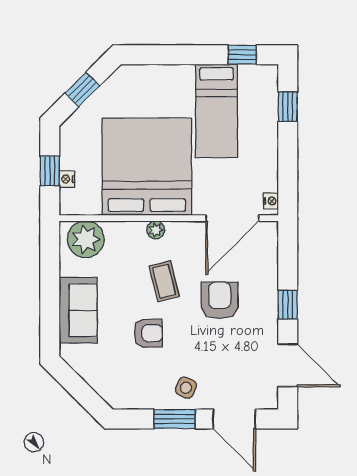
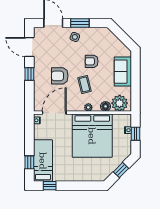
bed: (217, 111) -> (43, 161), moved
floor lamp: (117, 232) -> (106, 106), added
armchair: (220, 300) -> (60, 76), turned 90

